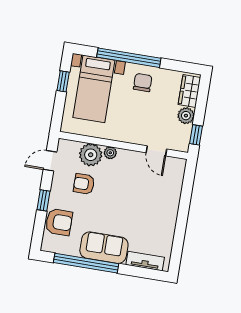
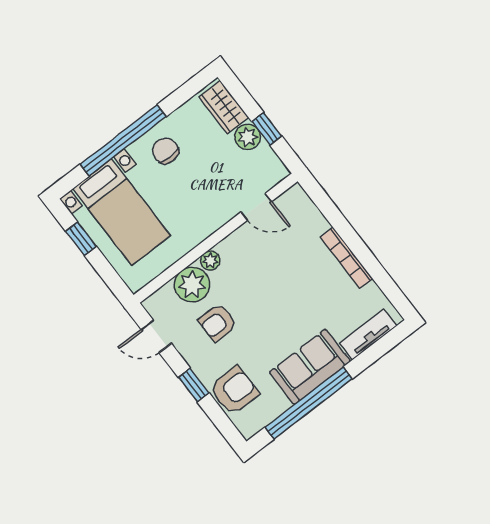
window: (196, 135) -> (267, 129), moved
door: (50, 161) -> (156, 336), hinge flipped
bookcase: (172, 216) -> (346, 258), added

